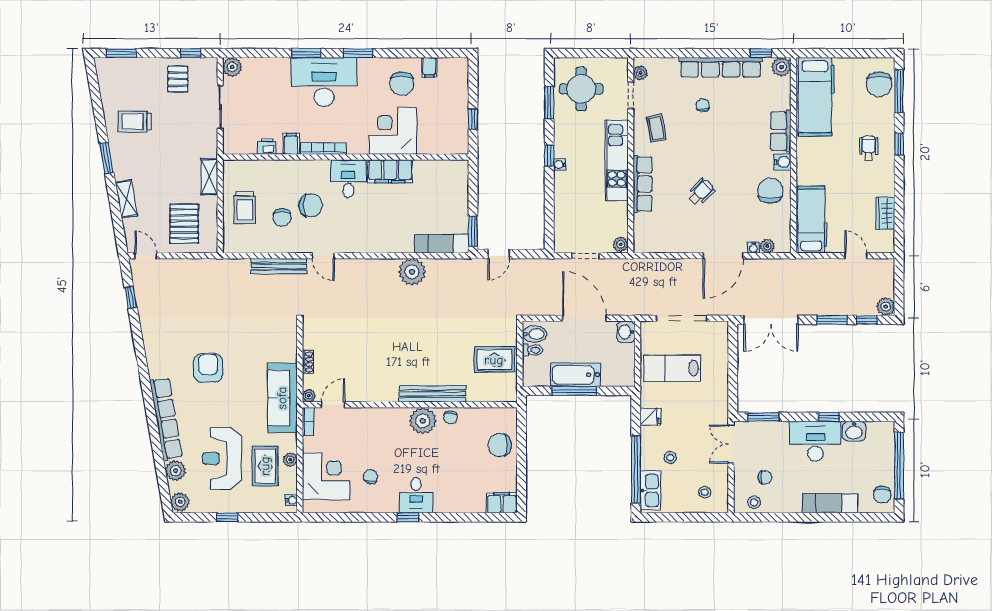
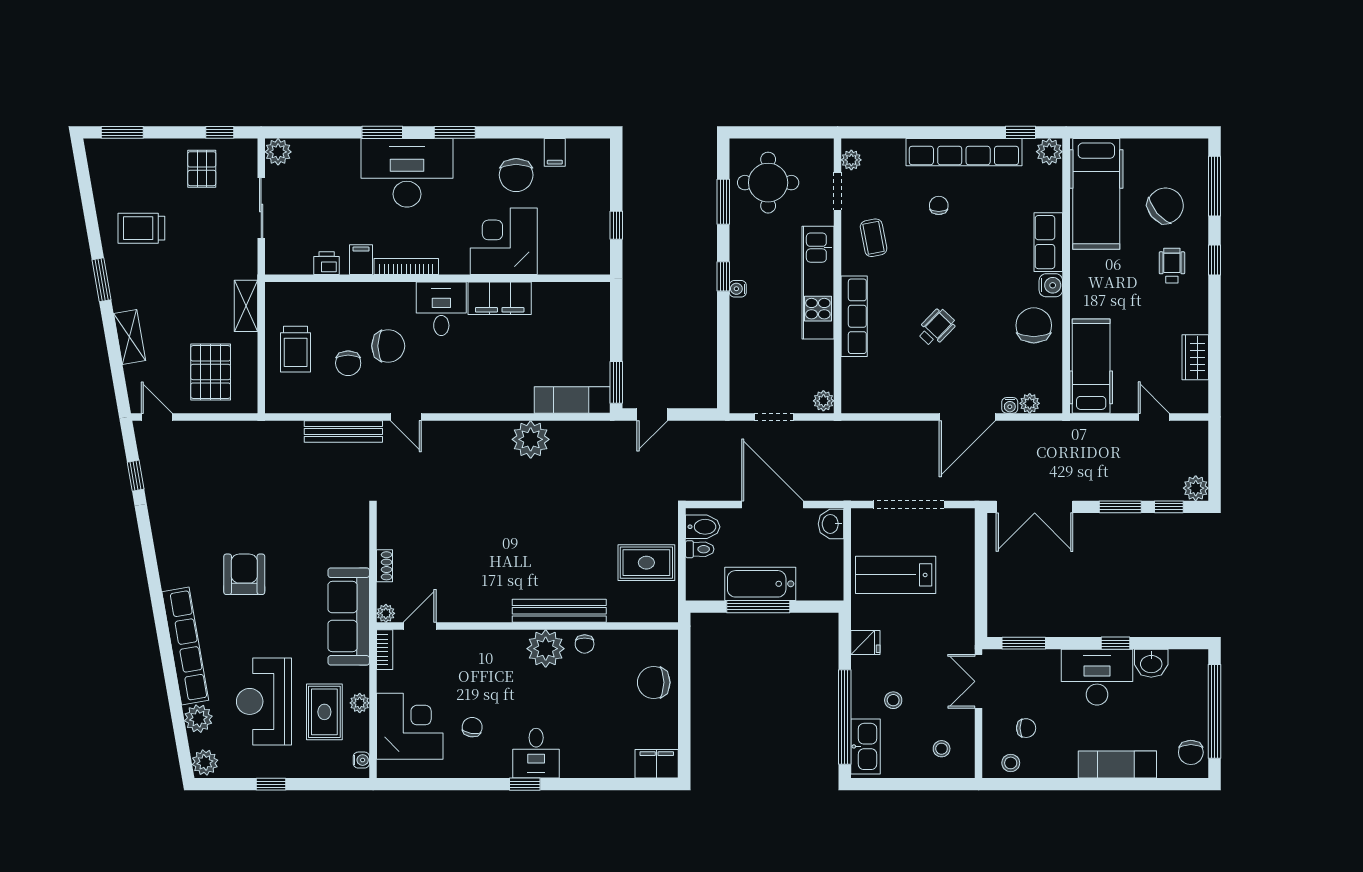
chair: (879, 84) -> (1165, 206), moved, turned -130

